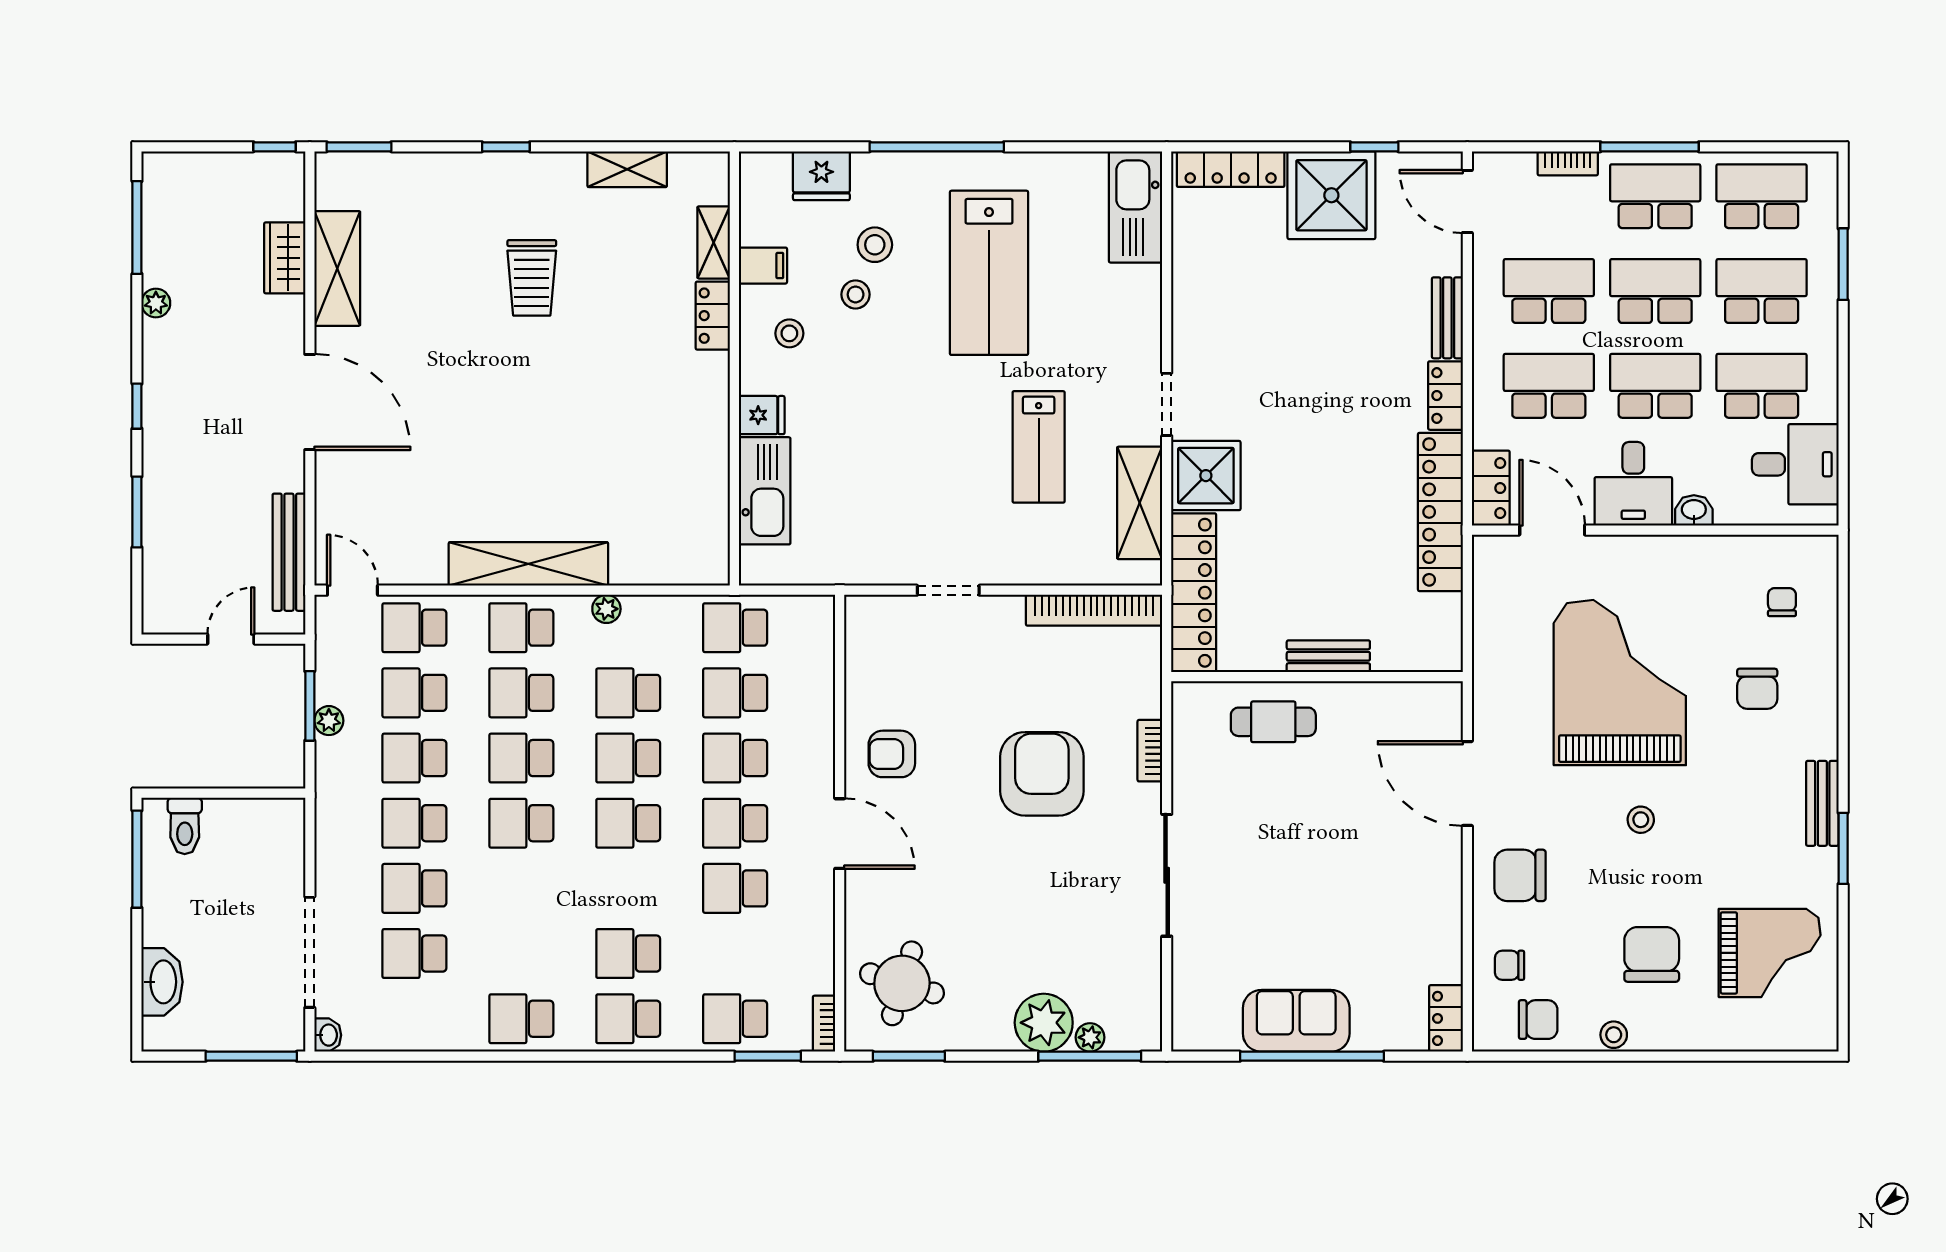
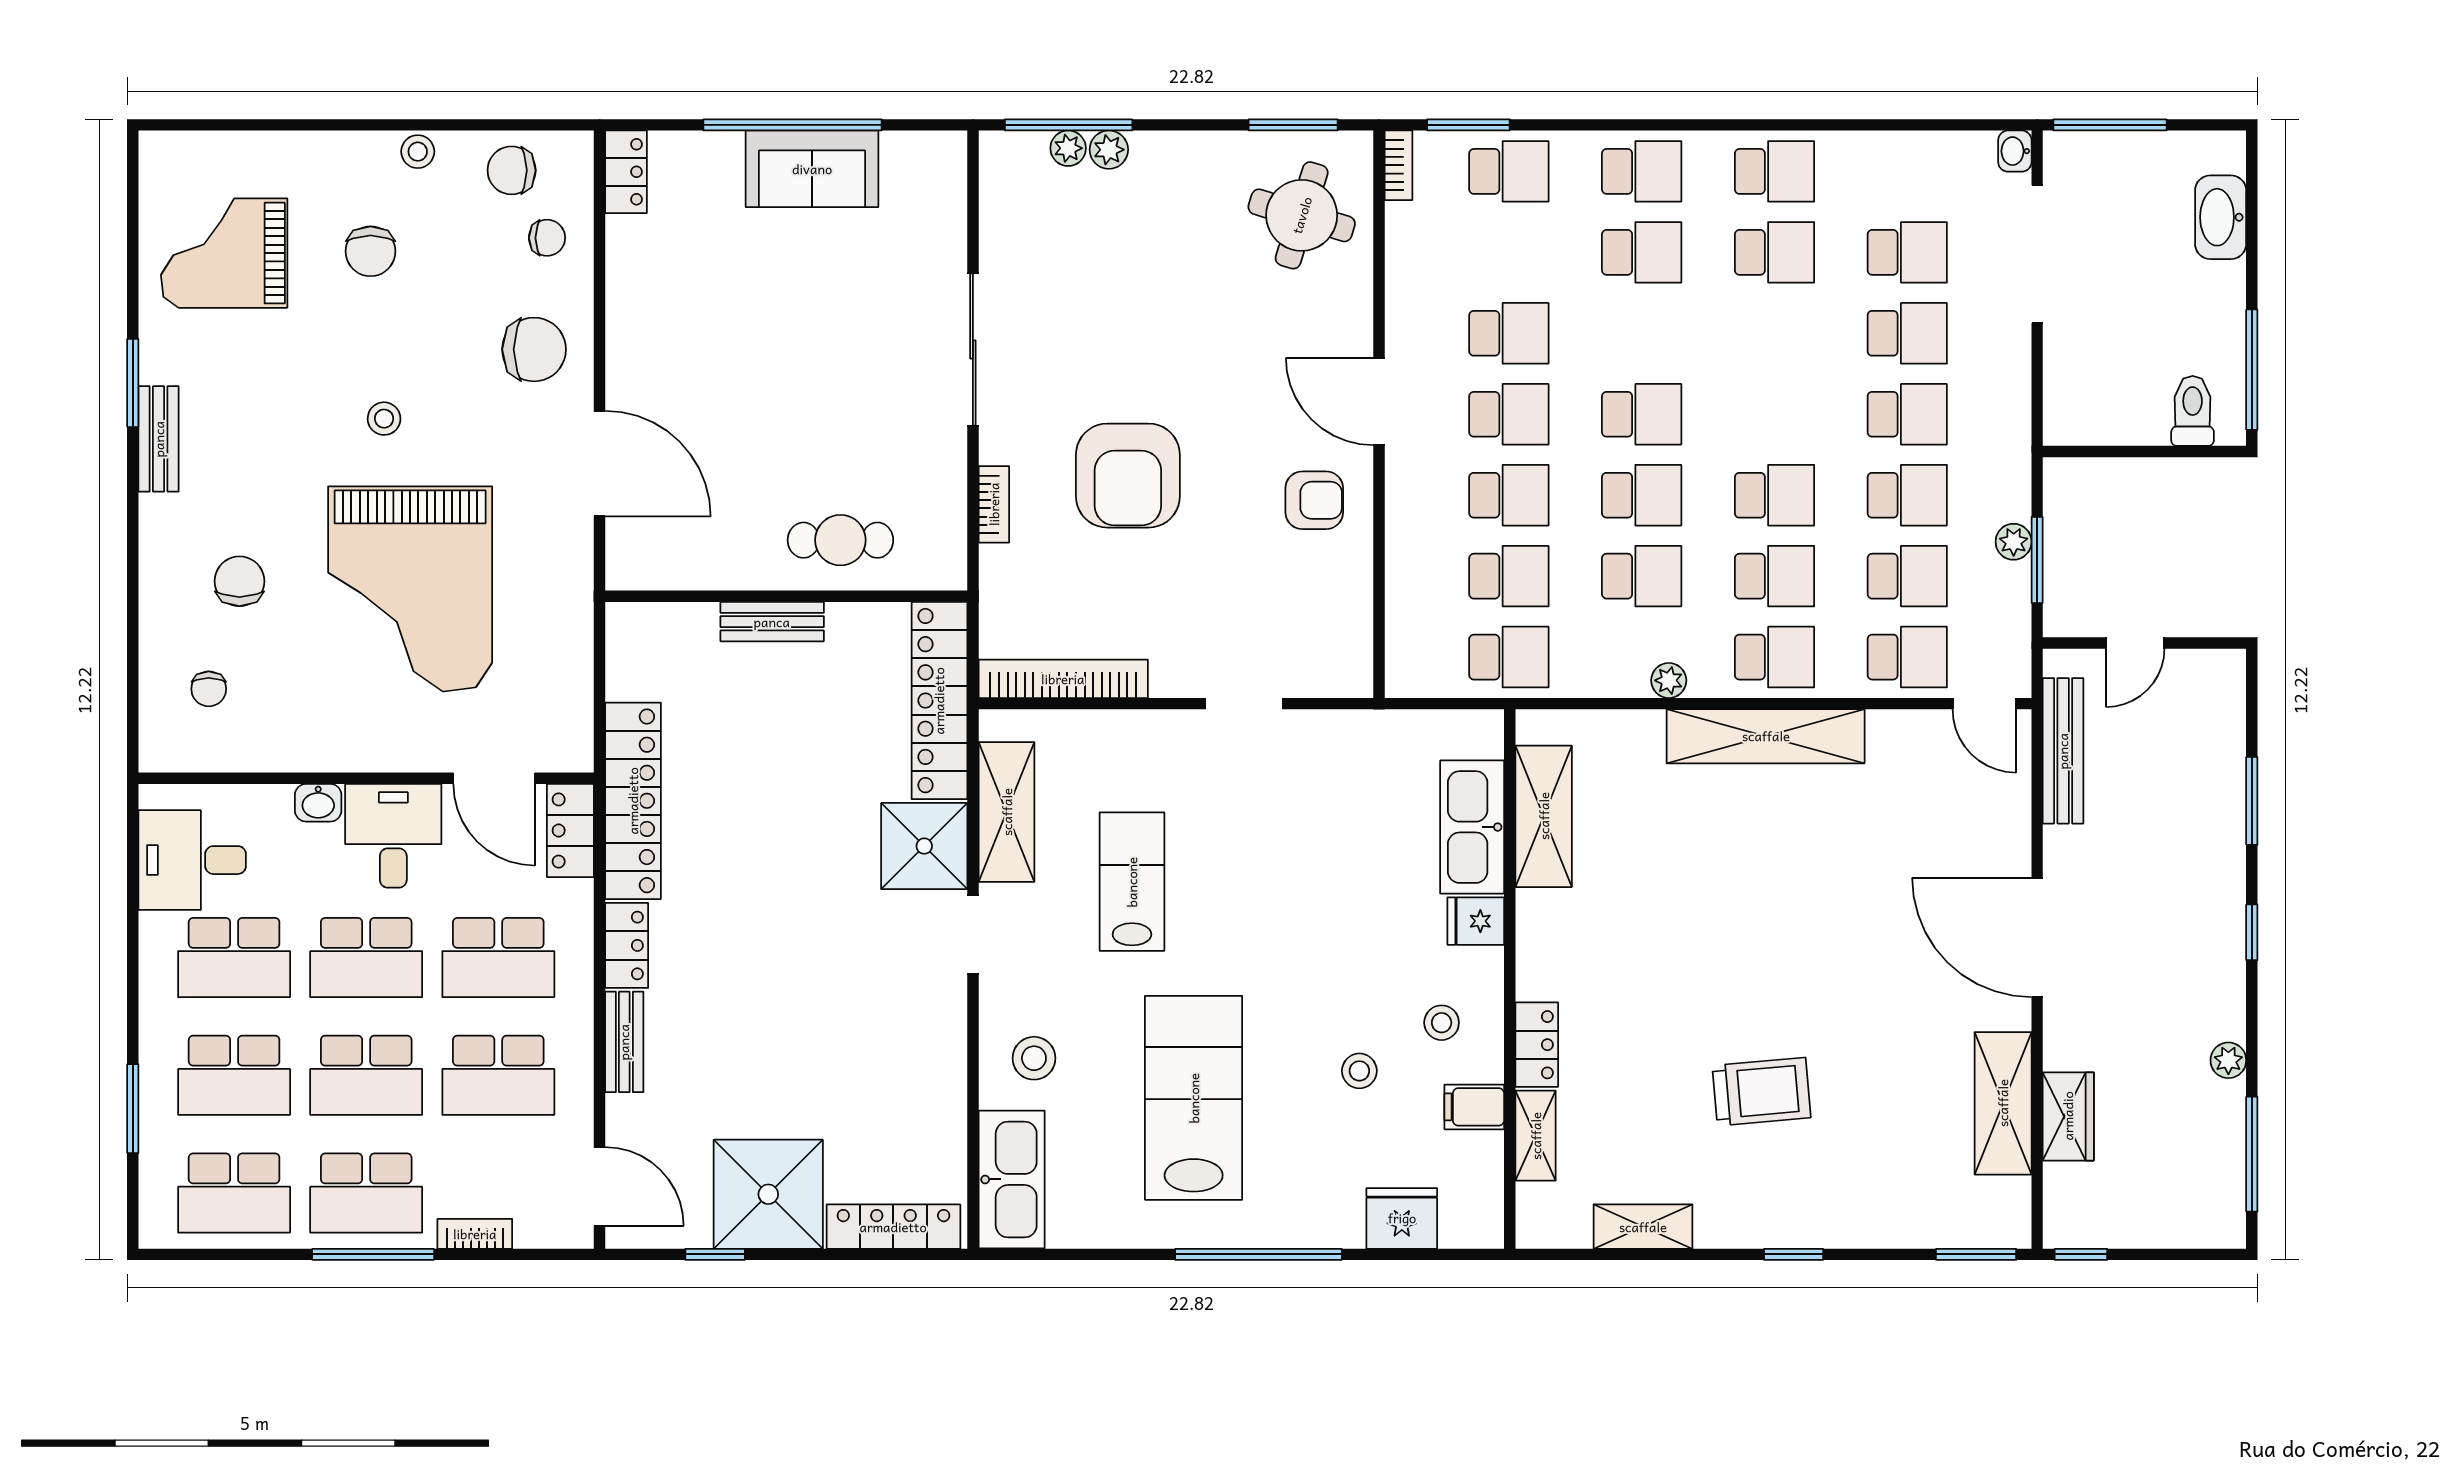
stool: (875, 245) -> (1034, 1058), moved
trolley: (532, 278) -> (1761, 1092), turned 85
shelving: (707, 499) -> (1544, 816), added
school desk: (521, 823) -> (1774, 252), moved
chair: (1652, 954) -> (371, 251), width x0.73, depth x0.73
plant: (1044, 1023) -> (1109, 150), width x0.53, depth x0.53

